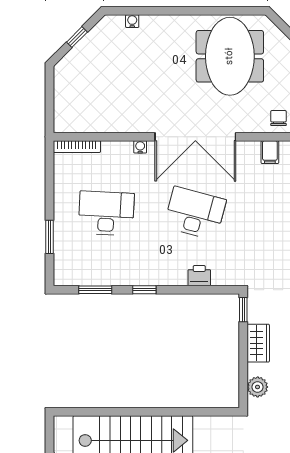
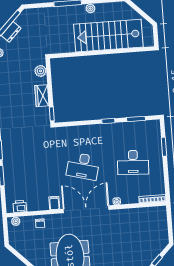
filing cabinet: (270, 152) -> (54, 203), moved
printer: (199, 276) -> (78, 131), removed

